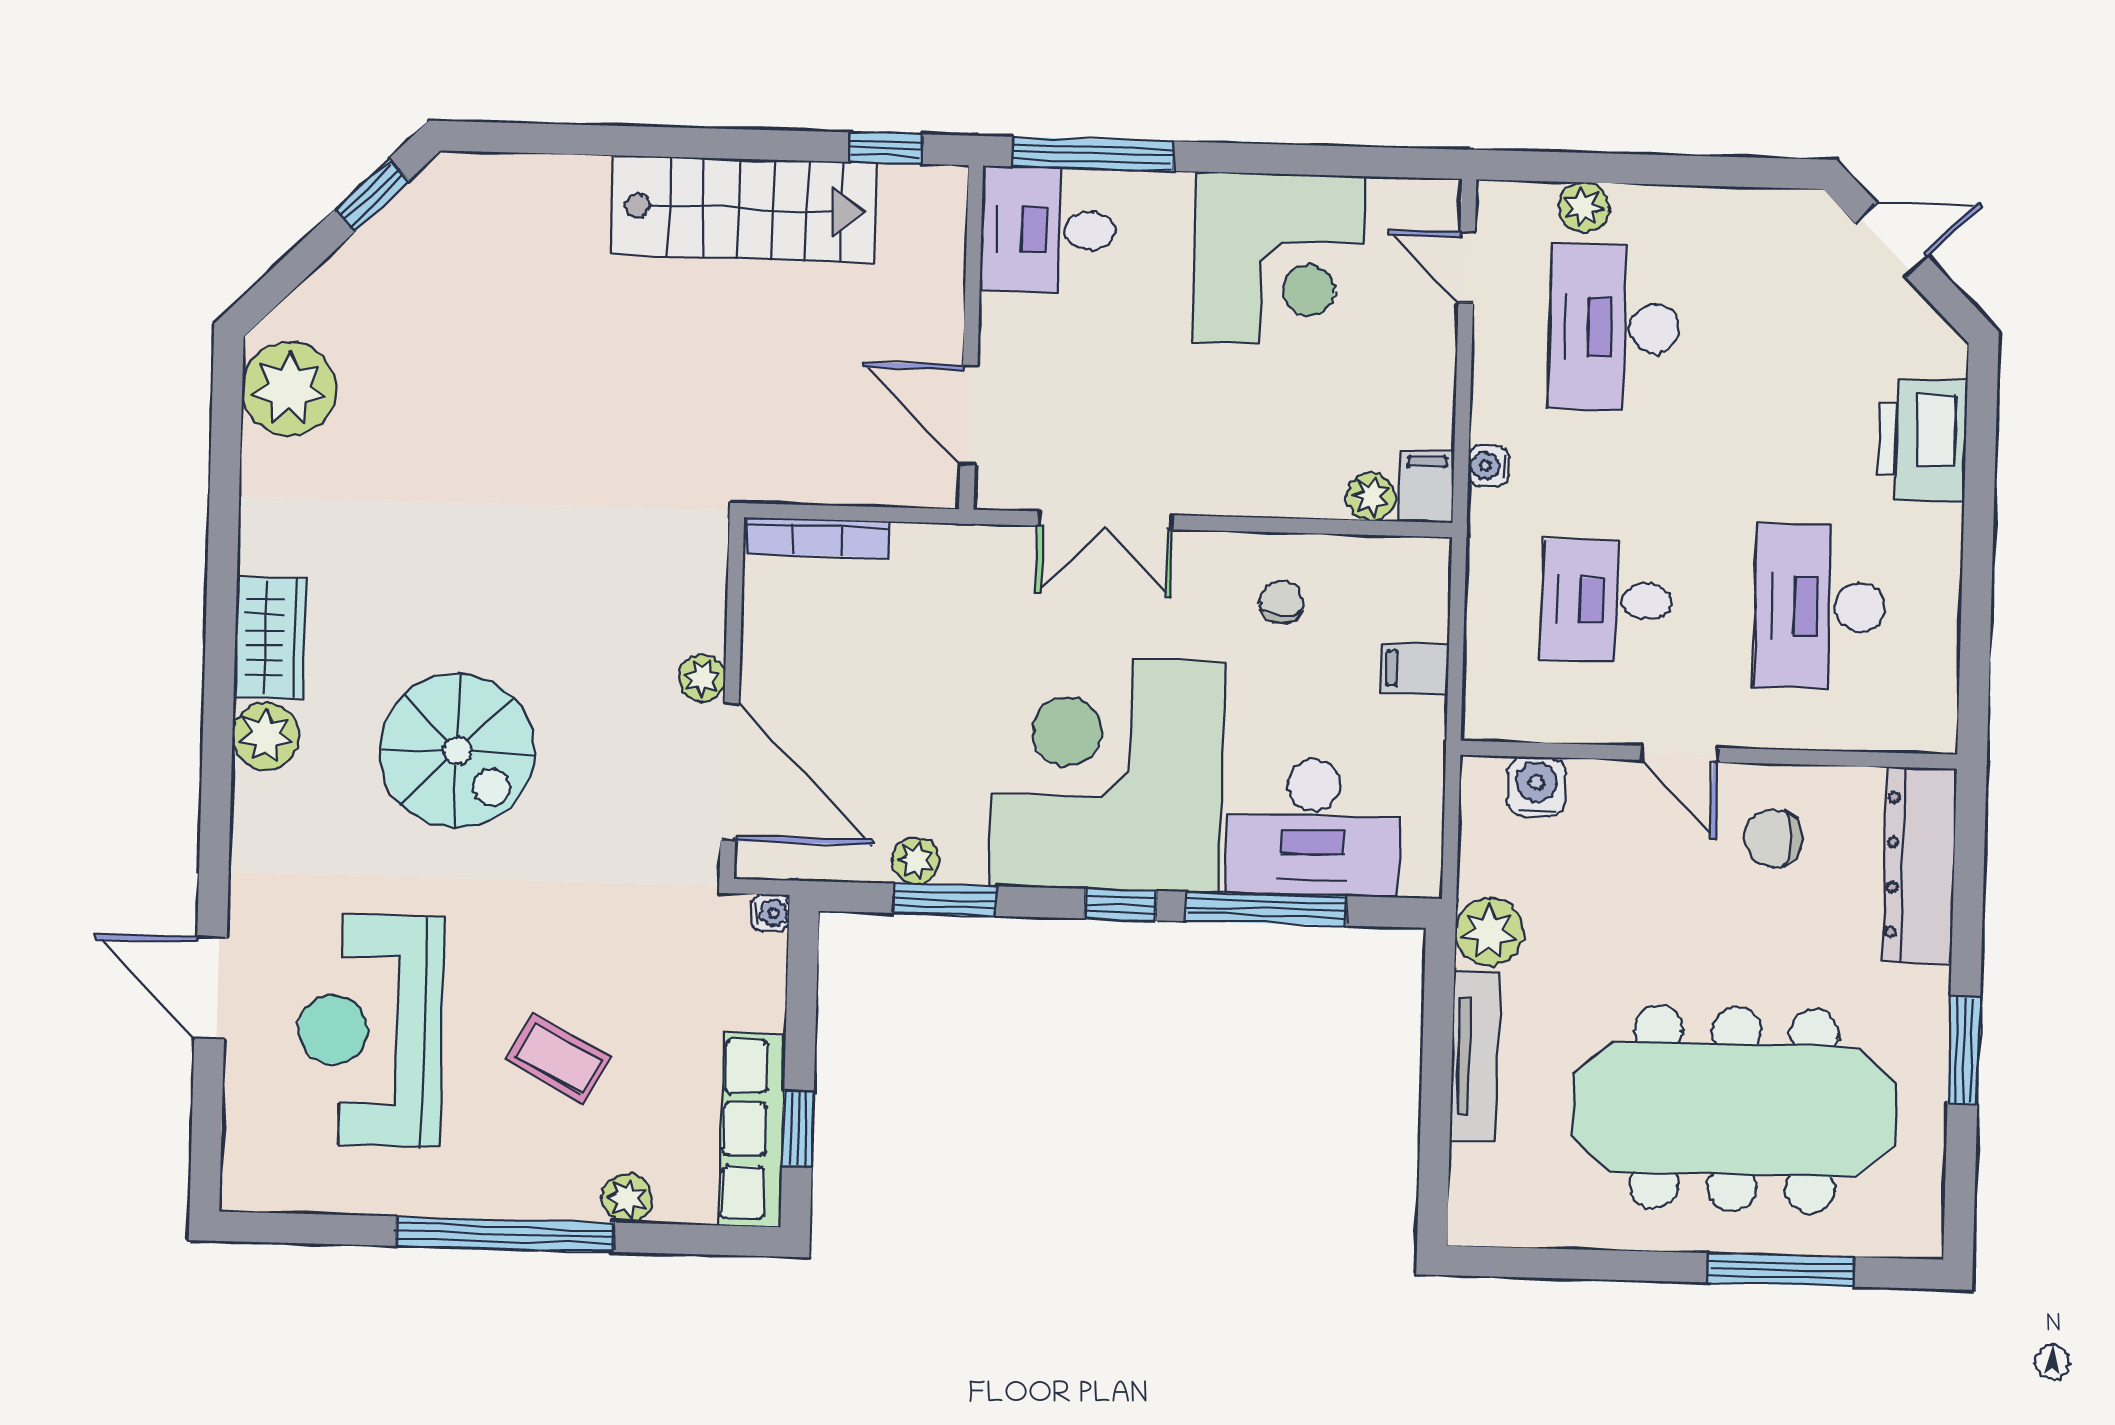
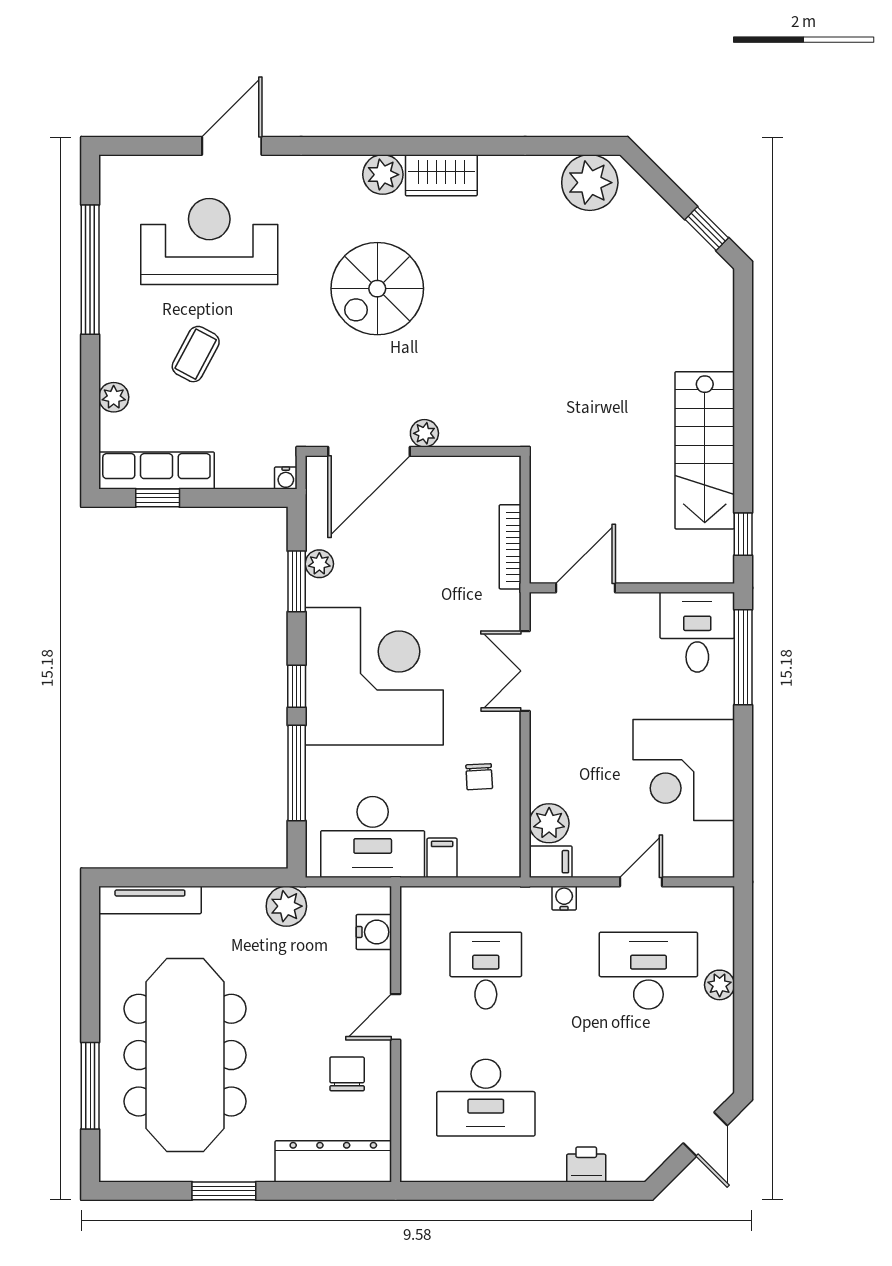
plant: (1584, 207) -> (720, 985), moved
door: (1467, 268) -> (641, 882), moved
printer: (1922, 441) -> (586, 1165), width x0.53, depth x0.68
plant: (1371, 497) -> (549, 823), width x1.38, depth x1.38
bookcase: (817, 538) -> (510, 547), moved
chair: (1281, 603) -> (479, 777), turned 87
desk: (1820, 606) -> (486, 1098), turned 180
desk: (1313, 827) -> (373, 837), moved, turned -90
tv unit: (1475, 1056) -> (150, 900), moved
window: (505, 1234) -> (90, 270), moved

